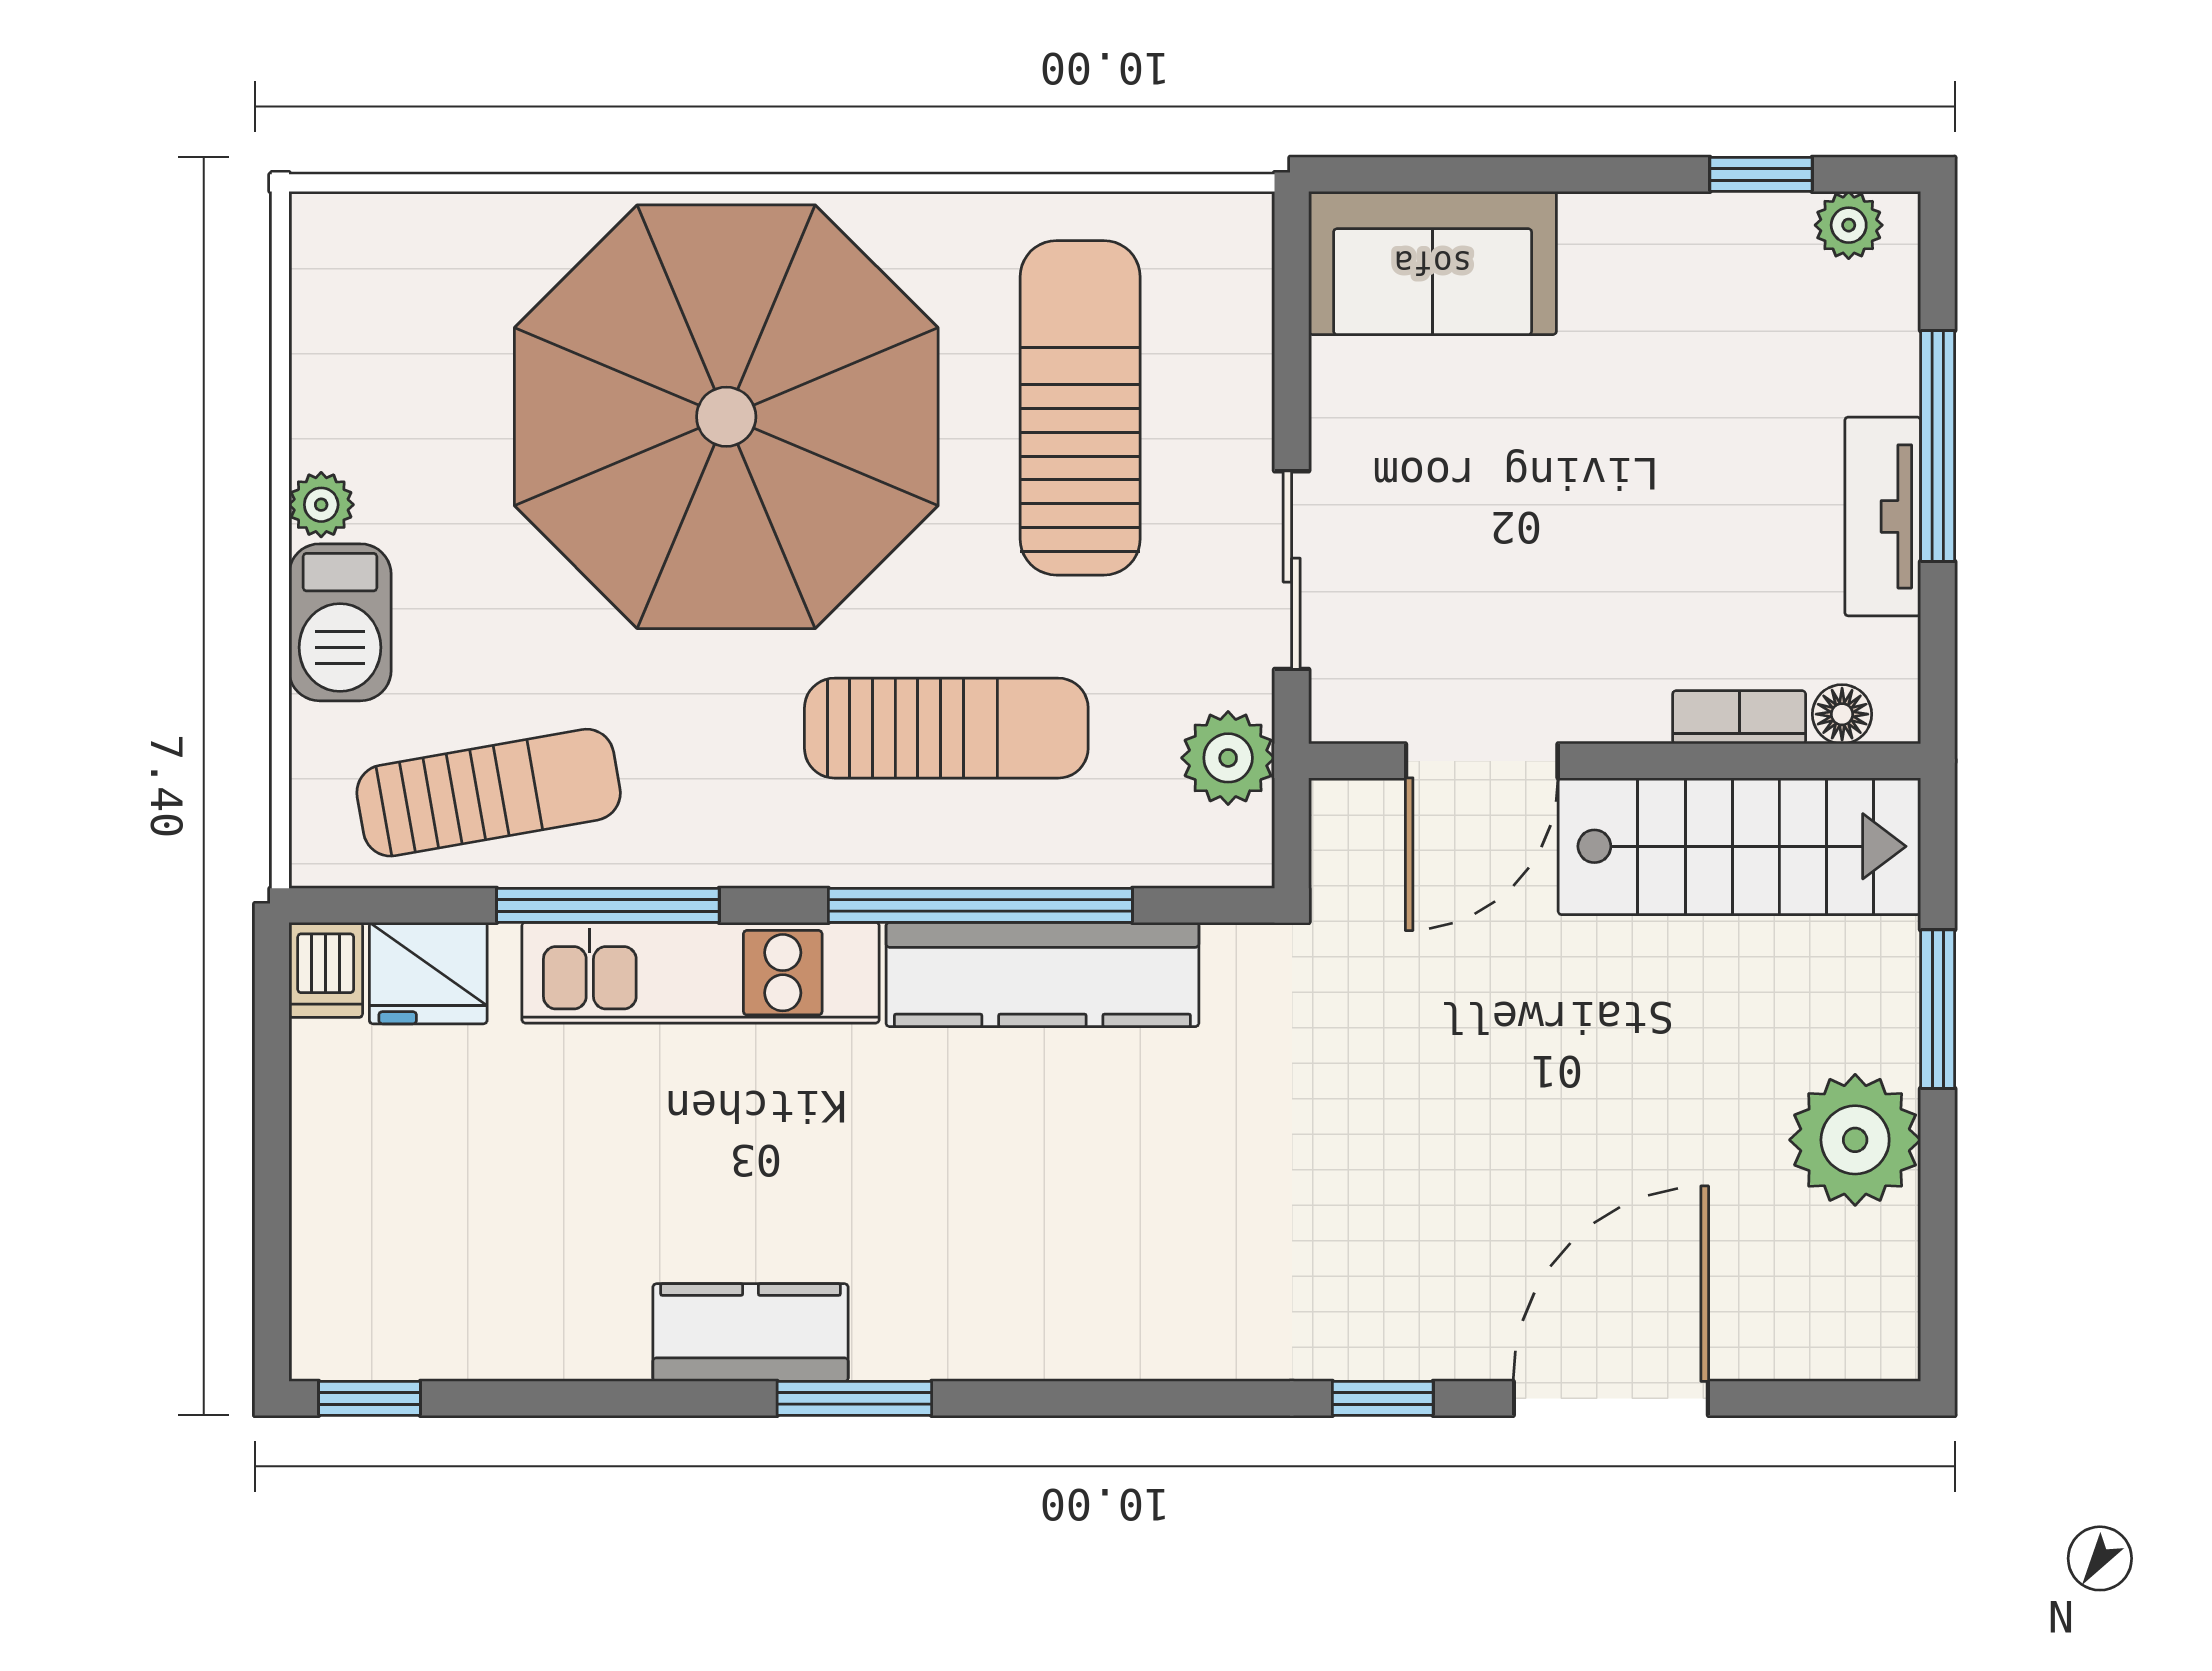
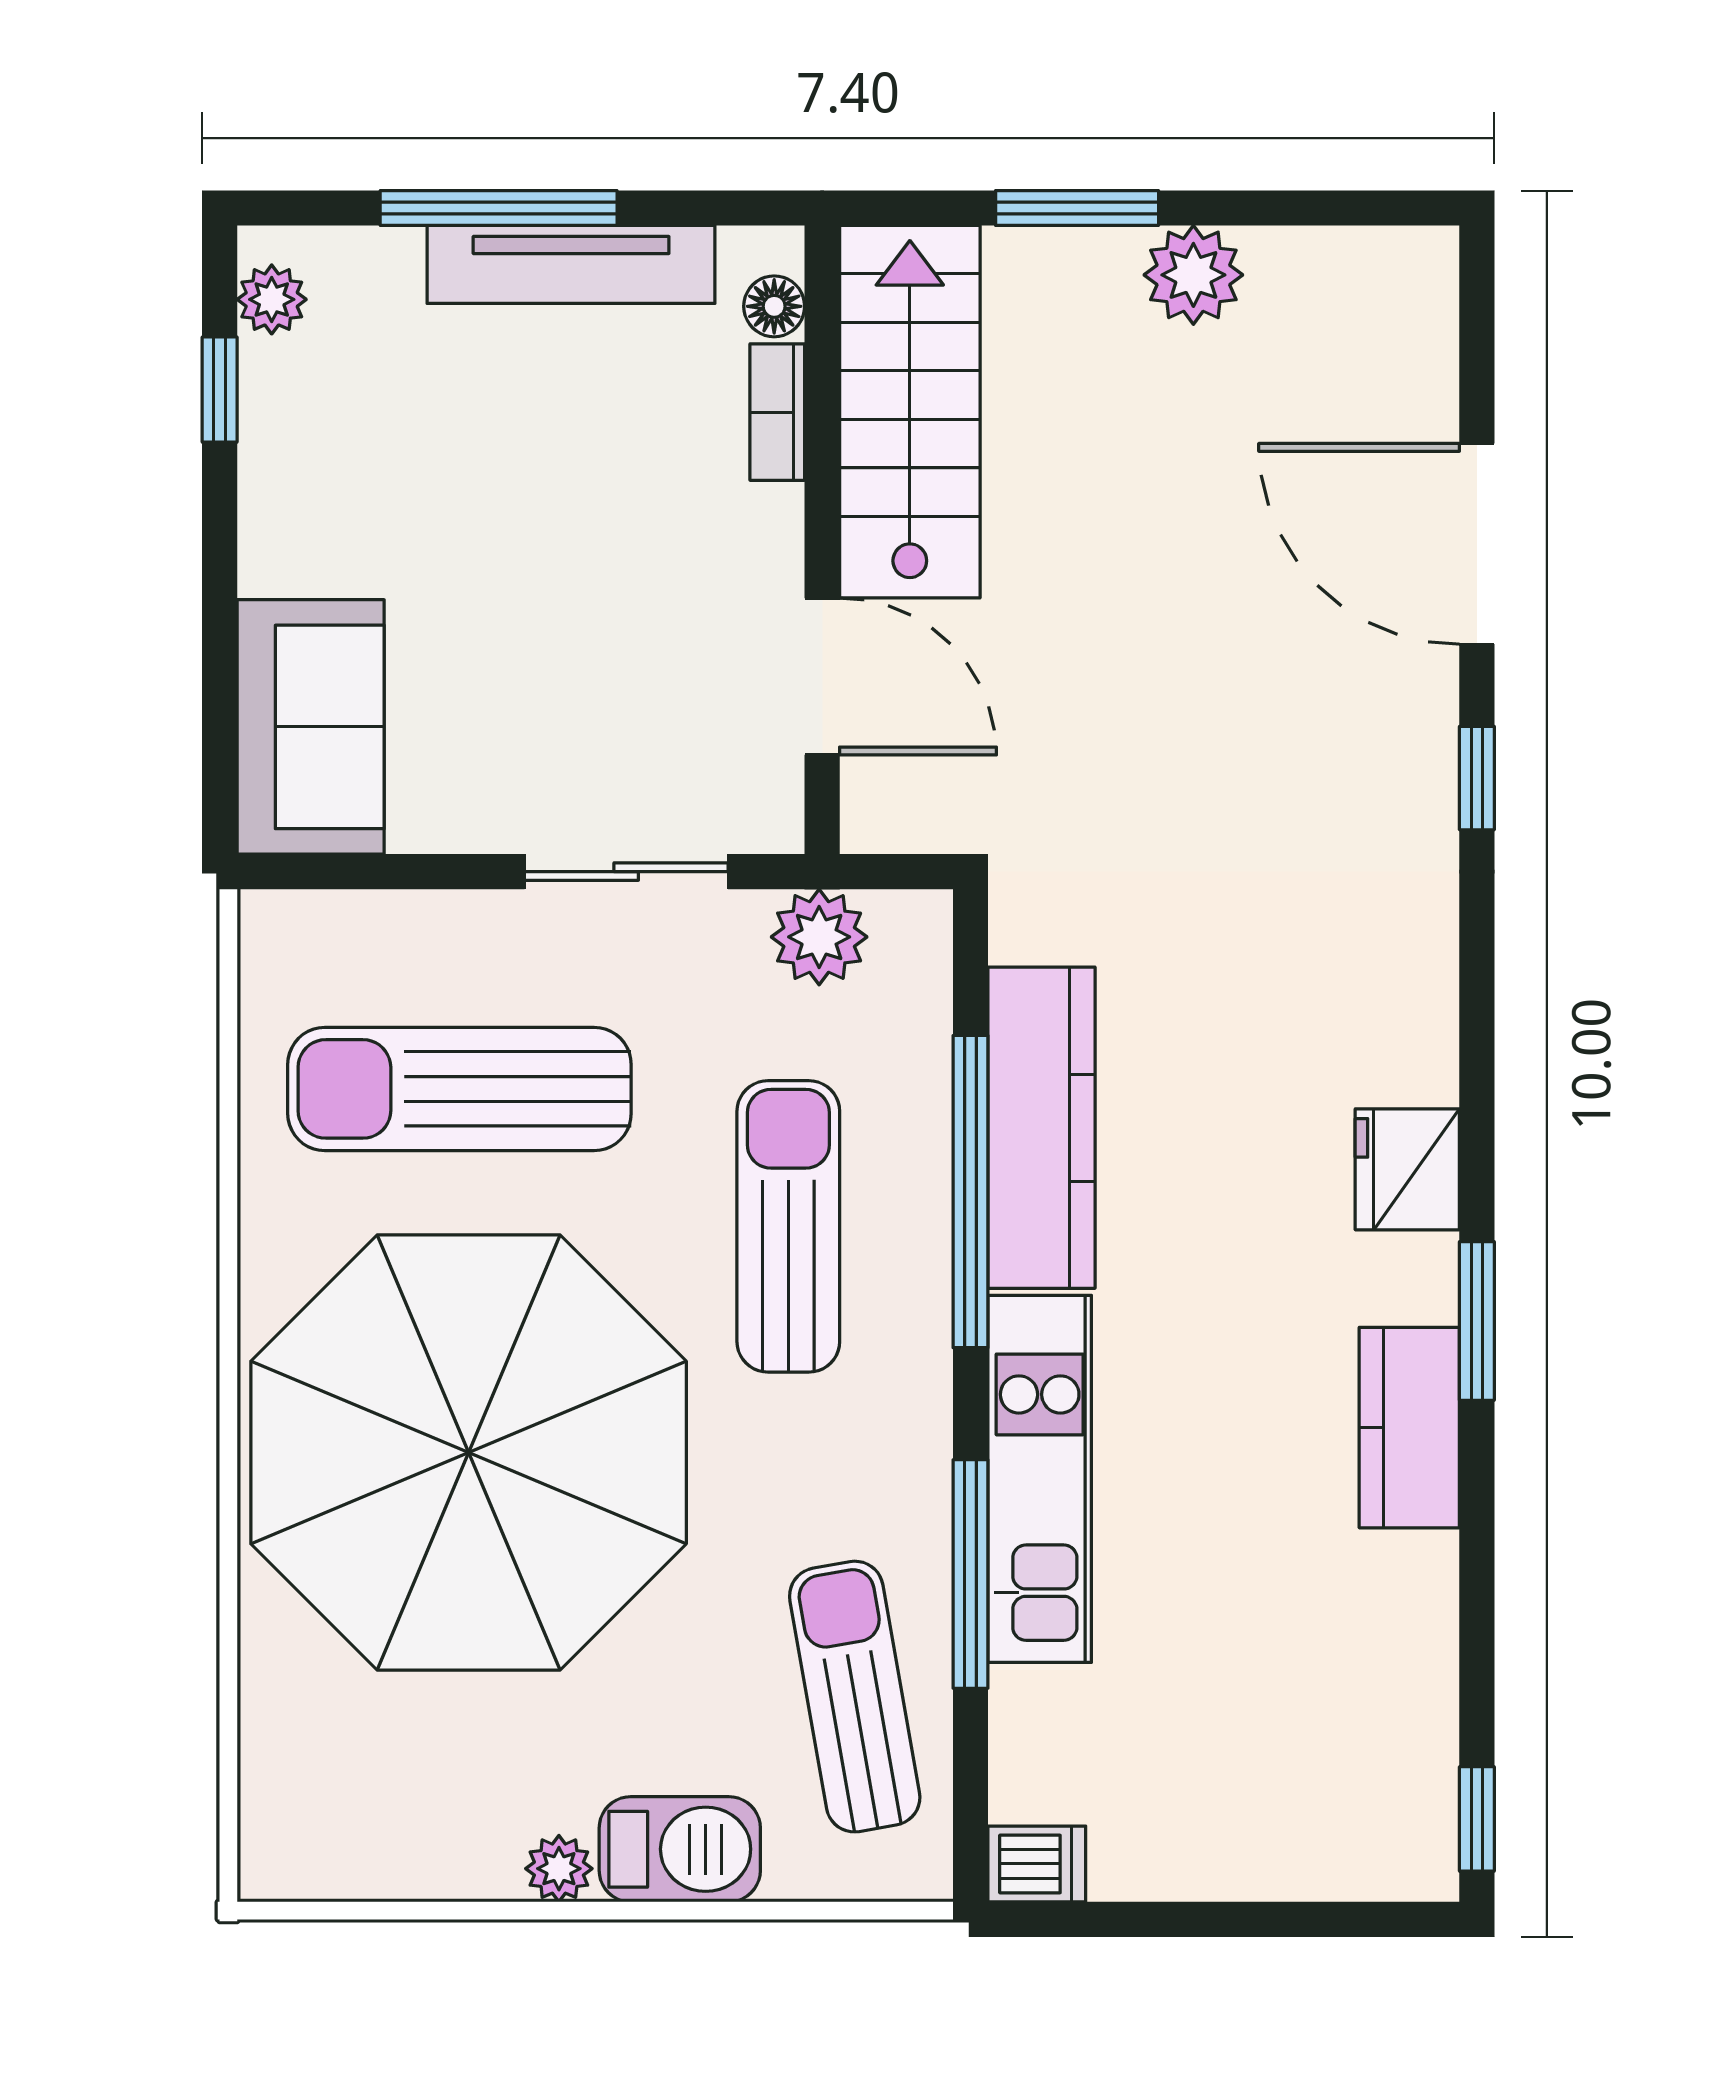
tv unit: (1883, 516) -> (571, 264), width x1.41
fridge: (428, 973) -> (1407, 1169), moved, turned 180
plant: (1855, 1140) -> (1193, 275), width x0.73, depth x0.73

